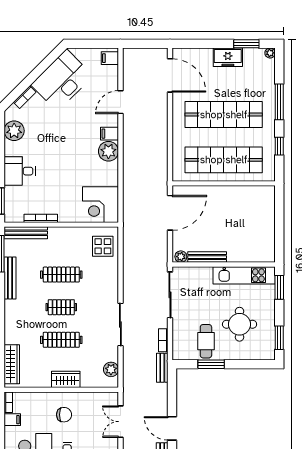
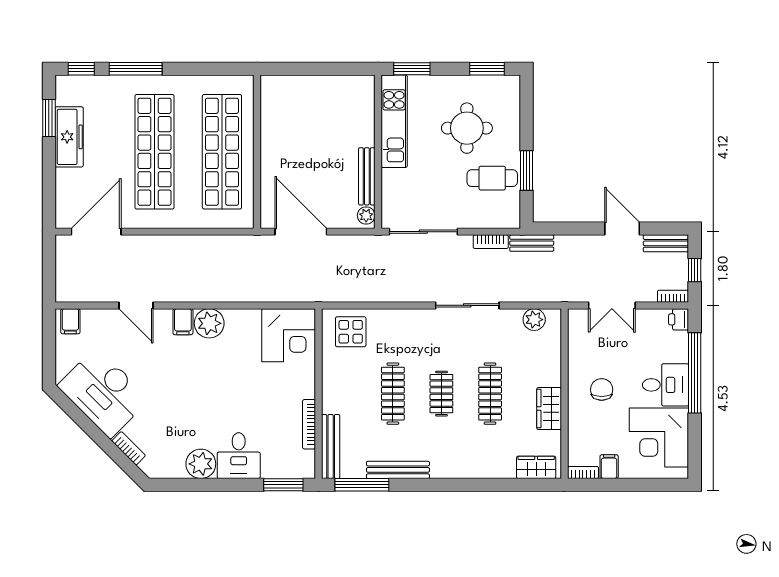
plant: (270, 53) -> (63, 83), removed
freezer: (228, 57) -> (69, 137), width x1.40
plant: (14, 131) -> (201, 464), moved
window: (279, 146) -> (81, 69), moved
wardrobe: (12, 364) -> (536, 467), width x0.67
wardrobe: (66, 379) -> (549, 409), moved
door: (172, 428) -> (622, 229), swing flipped

